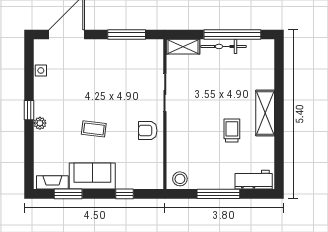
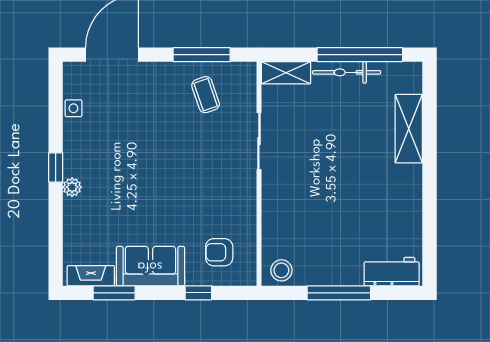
shelving: (265, 113) -> (409, 129), moved
coffee table: (94, 129) -> (206, 95), moved, turned 64
trolley: (232, 130) -> (359, 198), removed
armchair: (148, 131) -> (219, 252), moved

